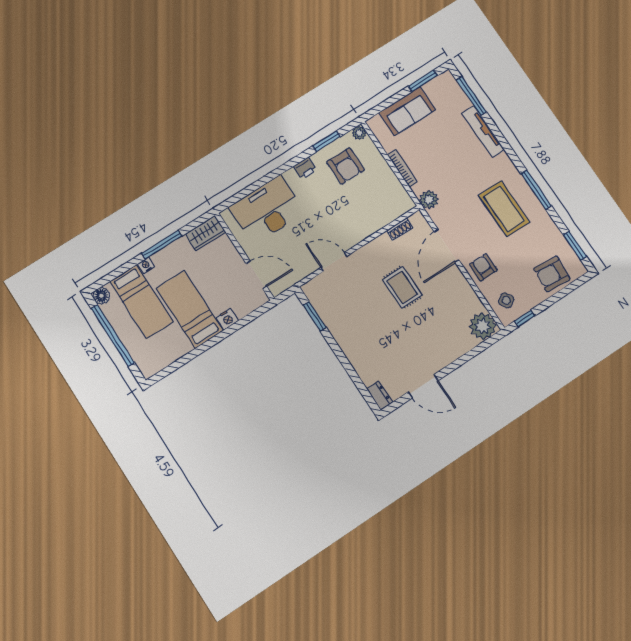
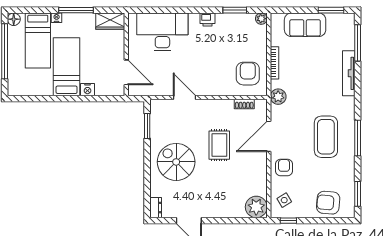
armchair: (346, 166) -> (248, 74), moved, turned 180
spiral stairs: (369, 334) -> (176, 162), added

